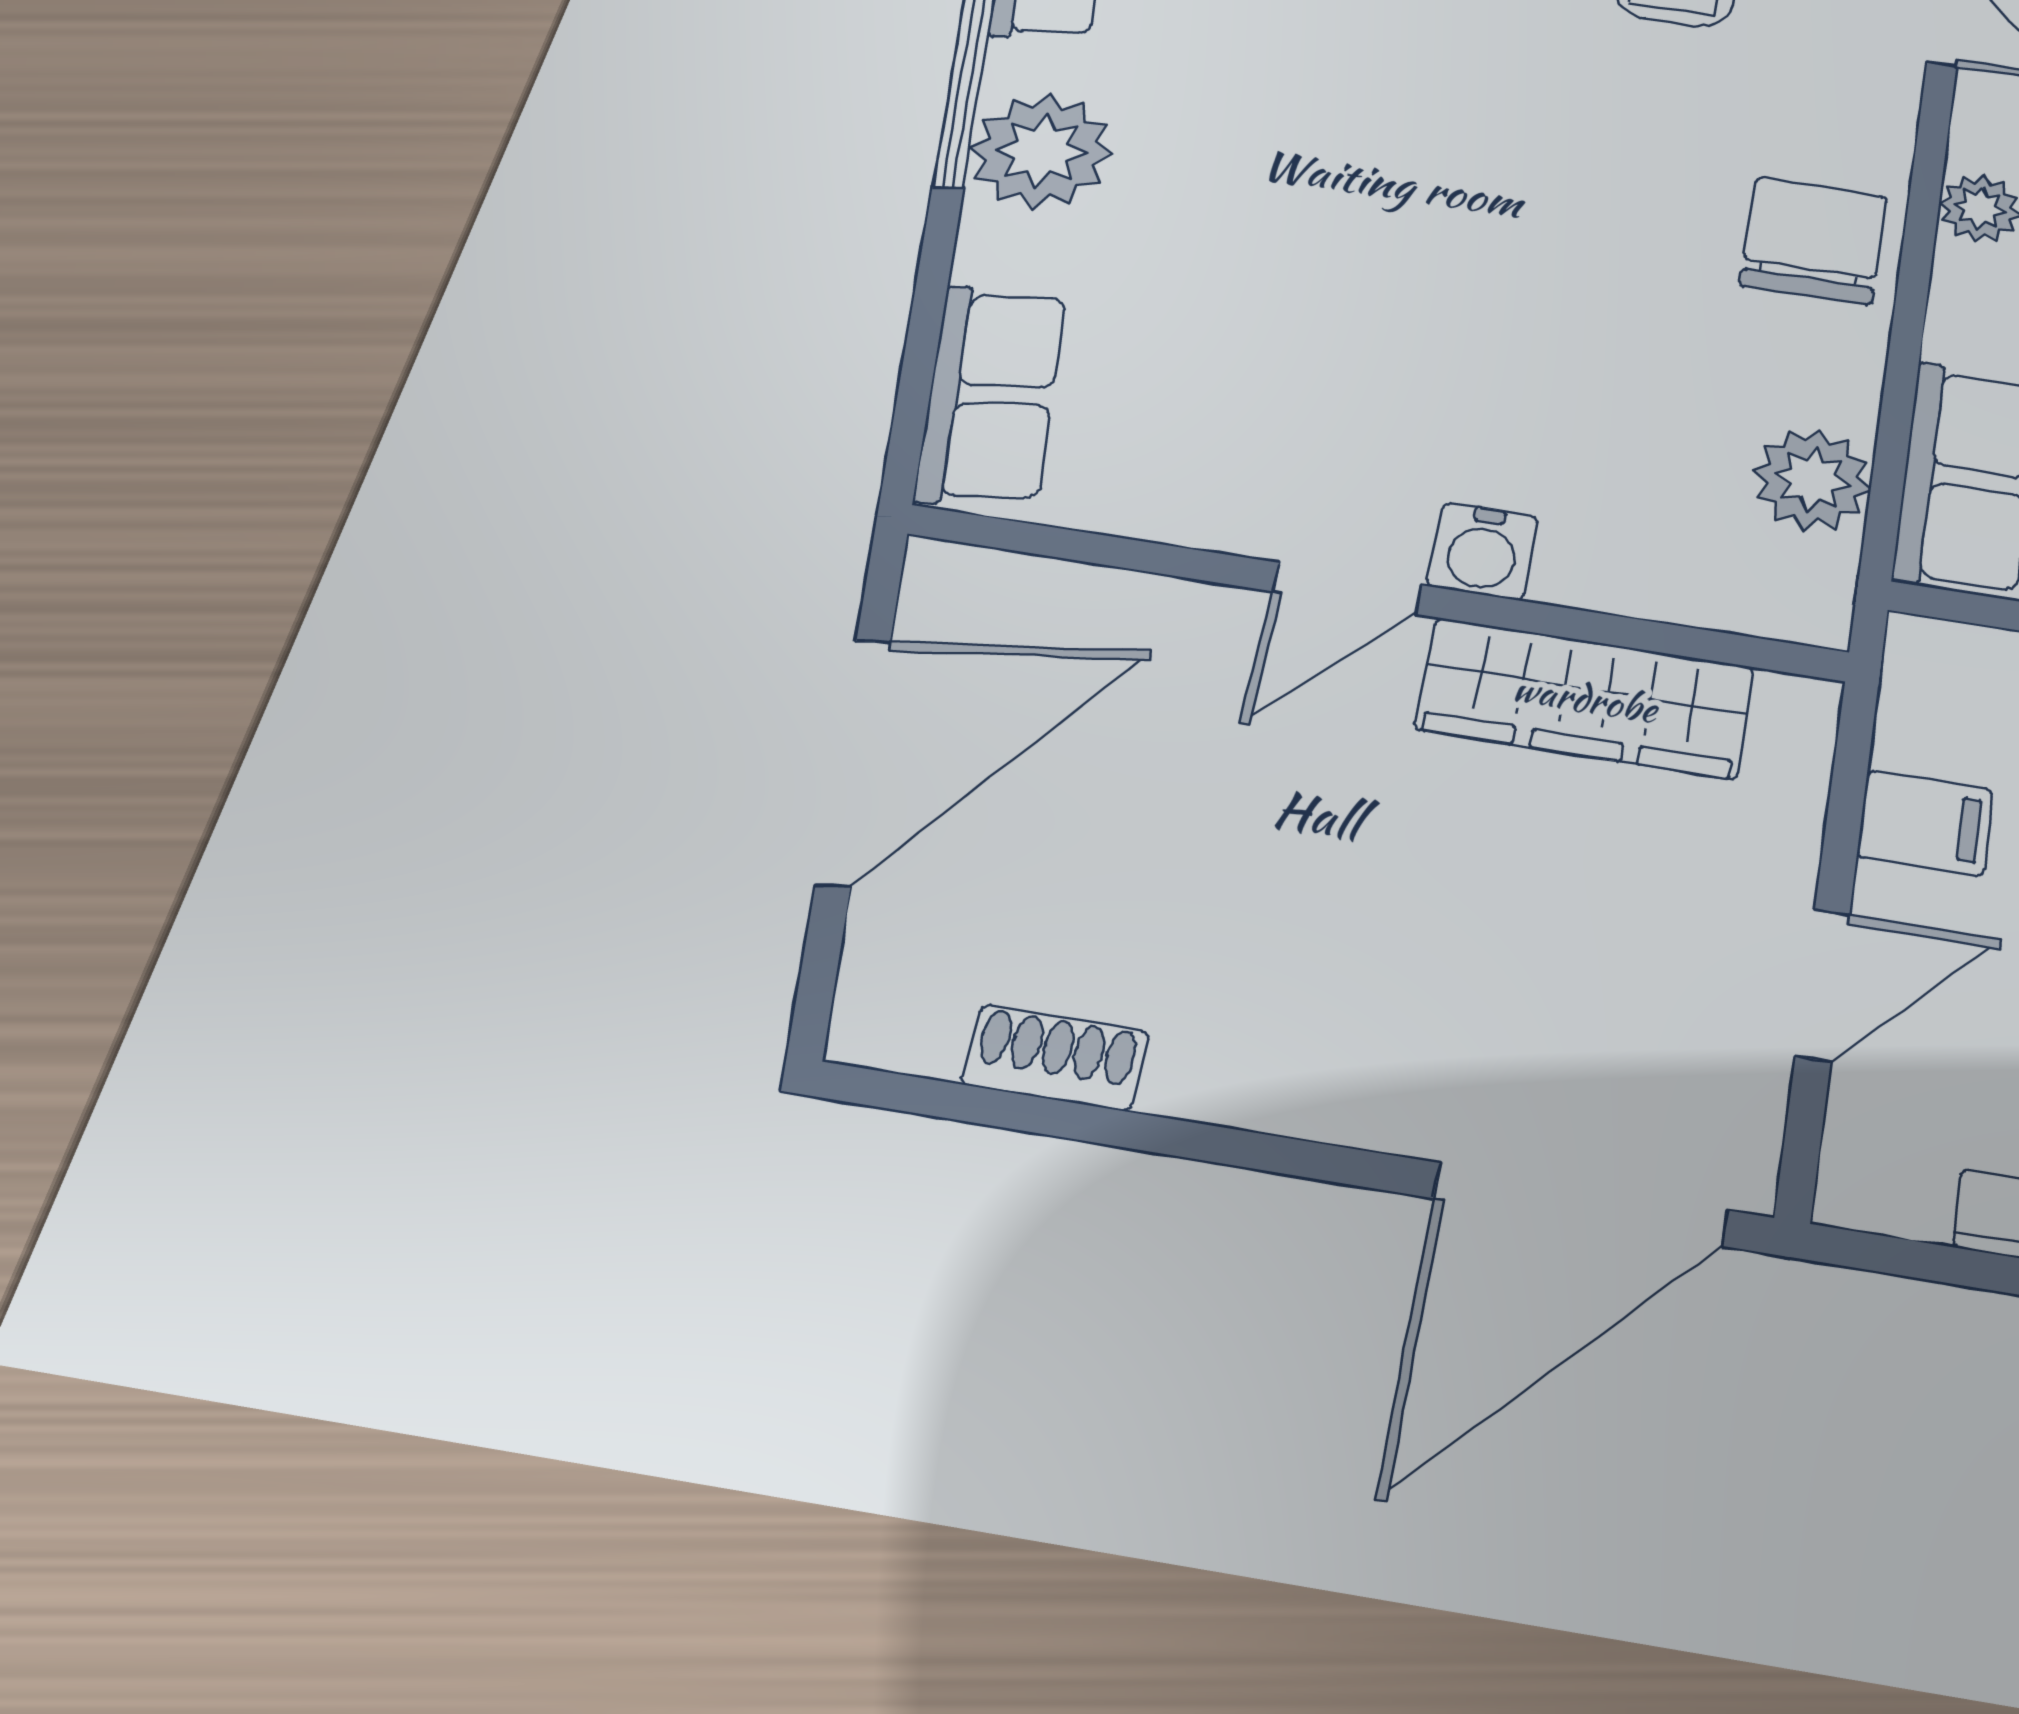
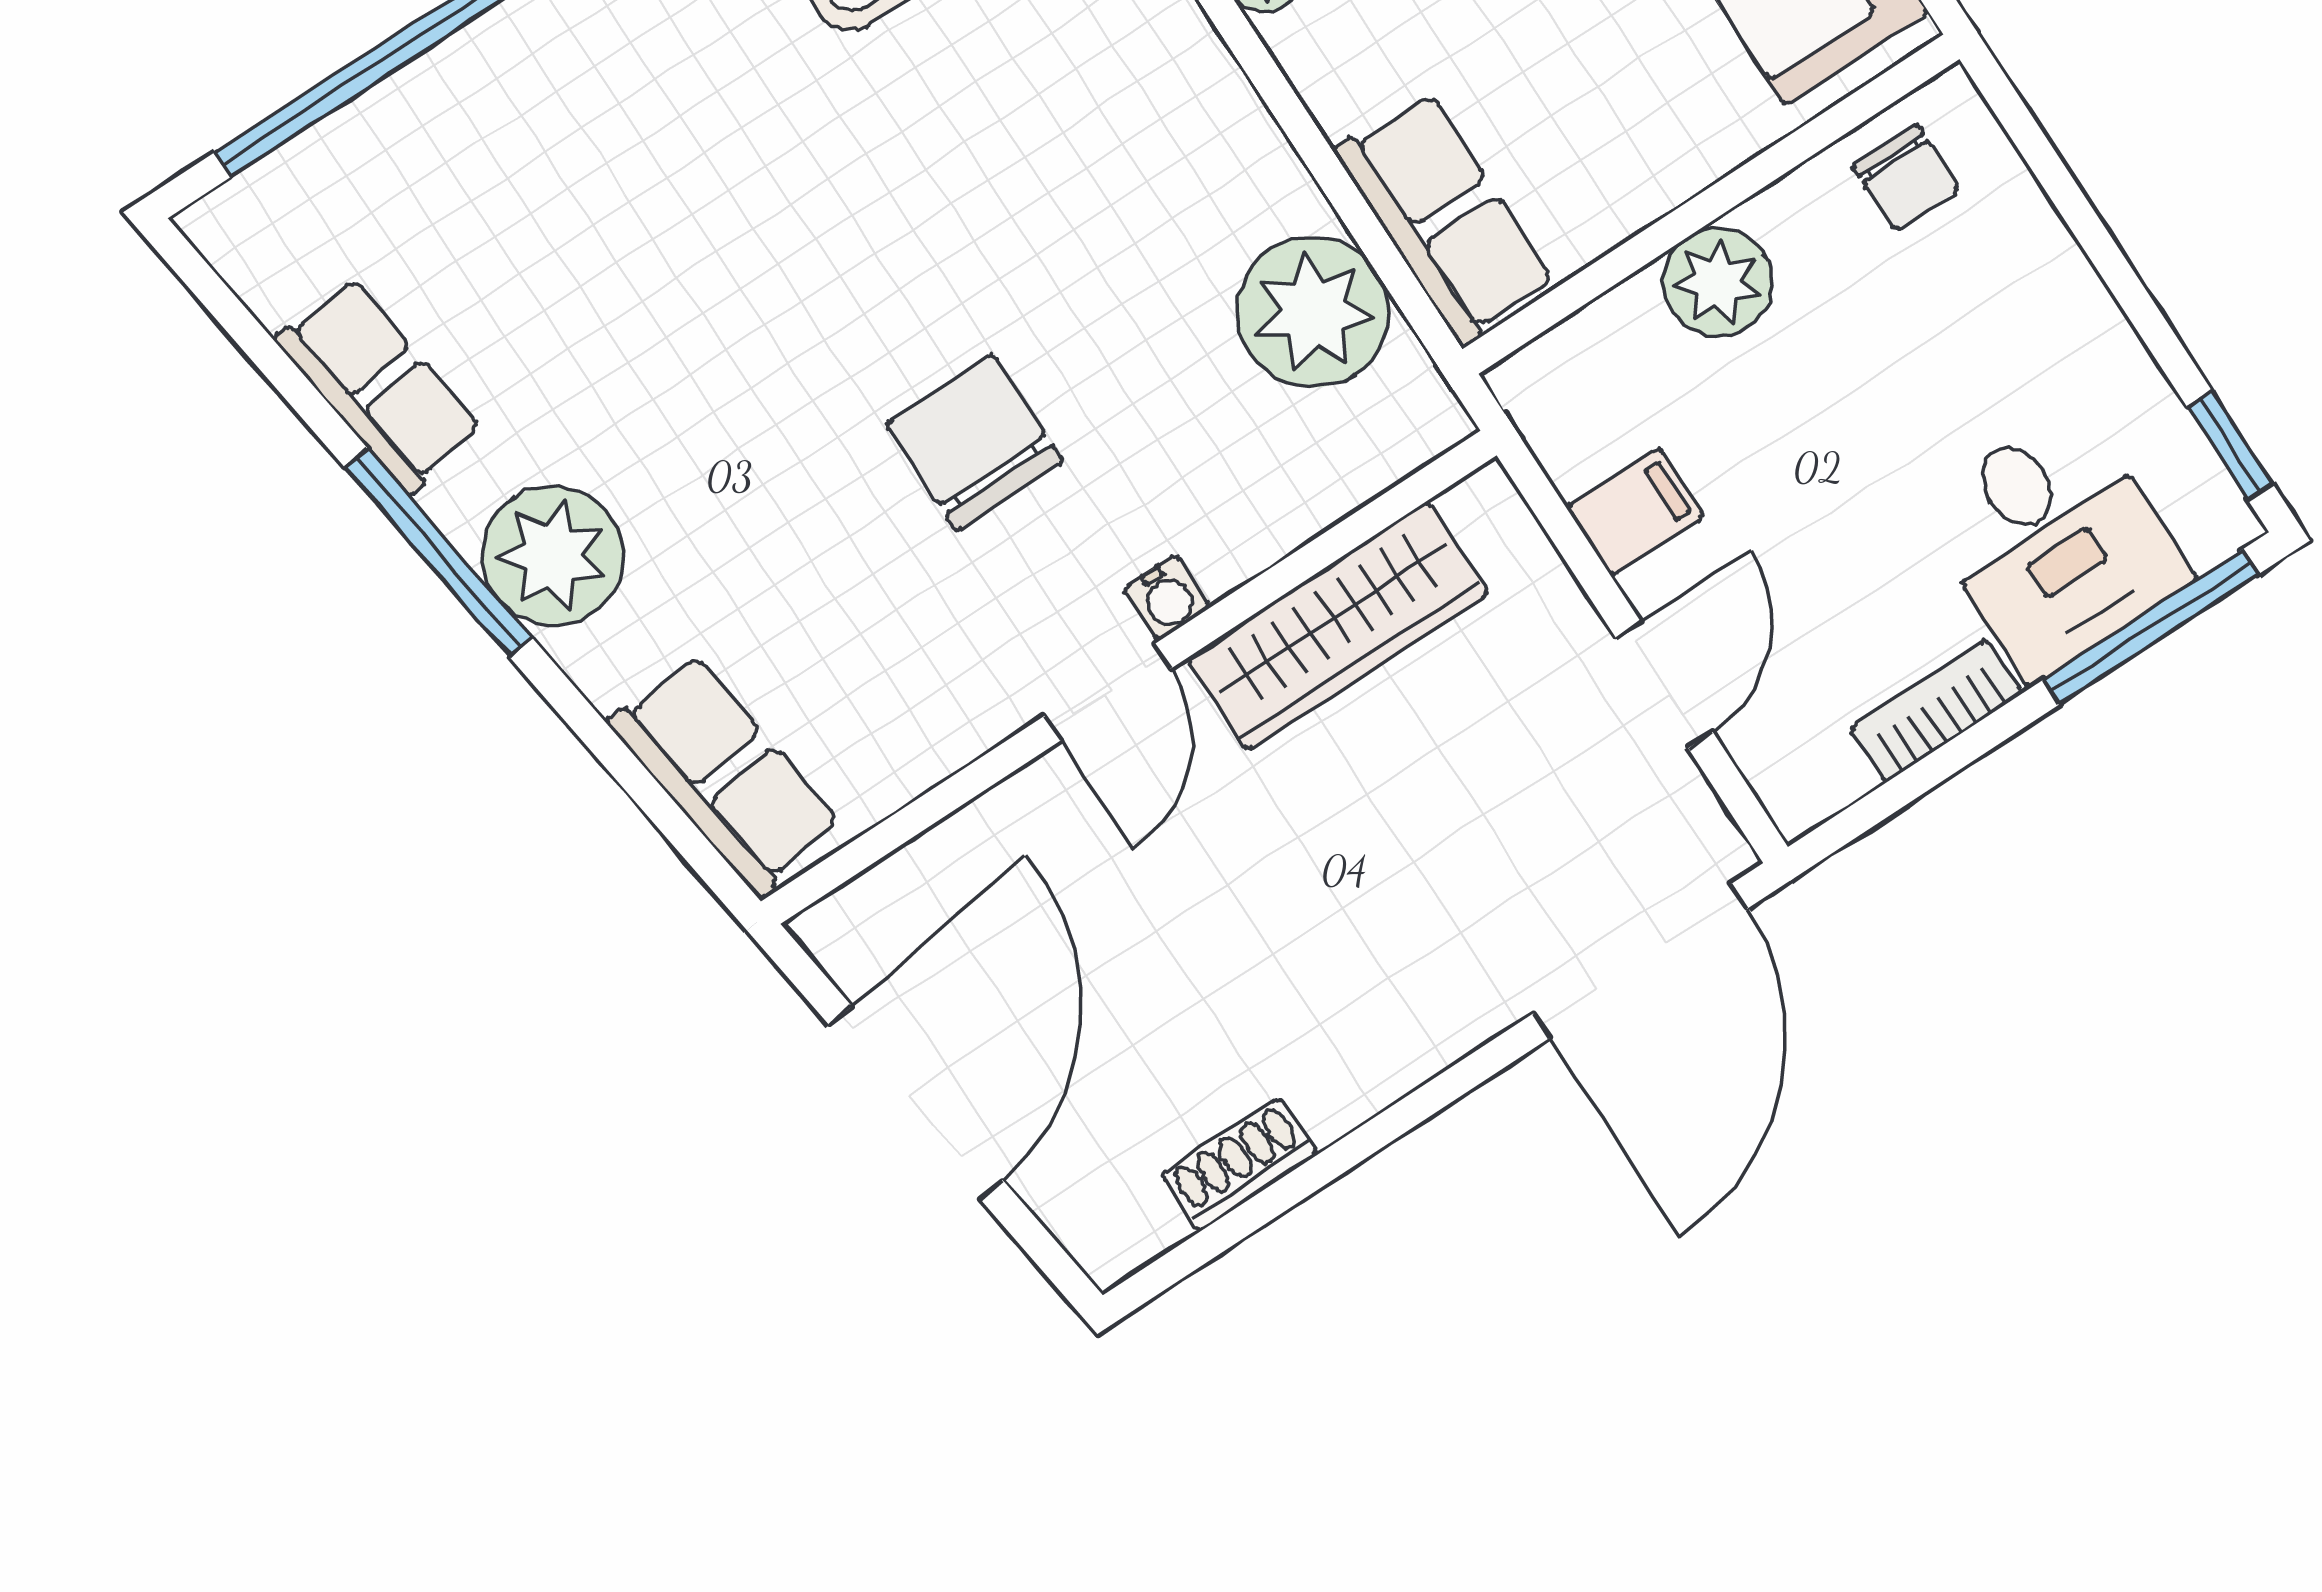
chair: (1813, 241) -> (975, 443), moved
plant: (1812, 480) -> (1313, 312), width x1.36, depth x1.36
water cooler: (1483, 551) -> (1167, 598), width x0.72, depth x0.72

